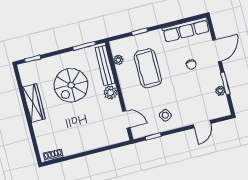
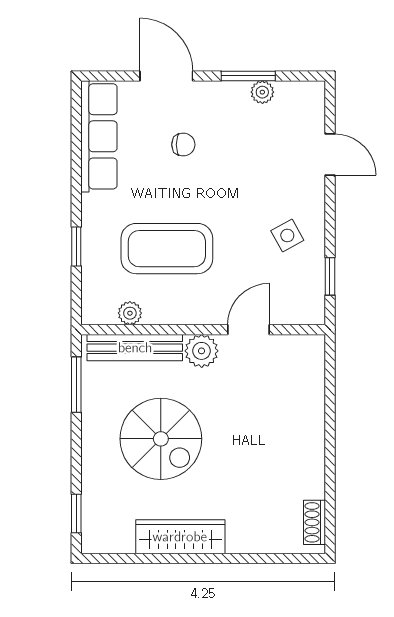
door: (126, 119) -> (249, 330), moved

